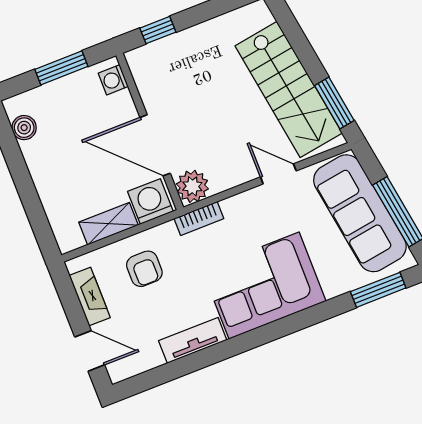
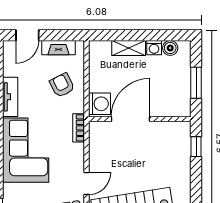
washing machine: (113, 80) -> (154, 48), moved, turned 180
plant: (192, 186) -> (99, 131), removed
shelving: (108, 224) -> (129, 48), moved, turned 90
armchair: (144, 269) -> (62, 85), turned 63

